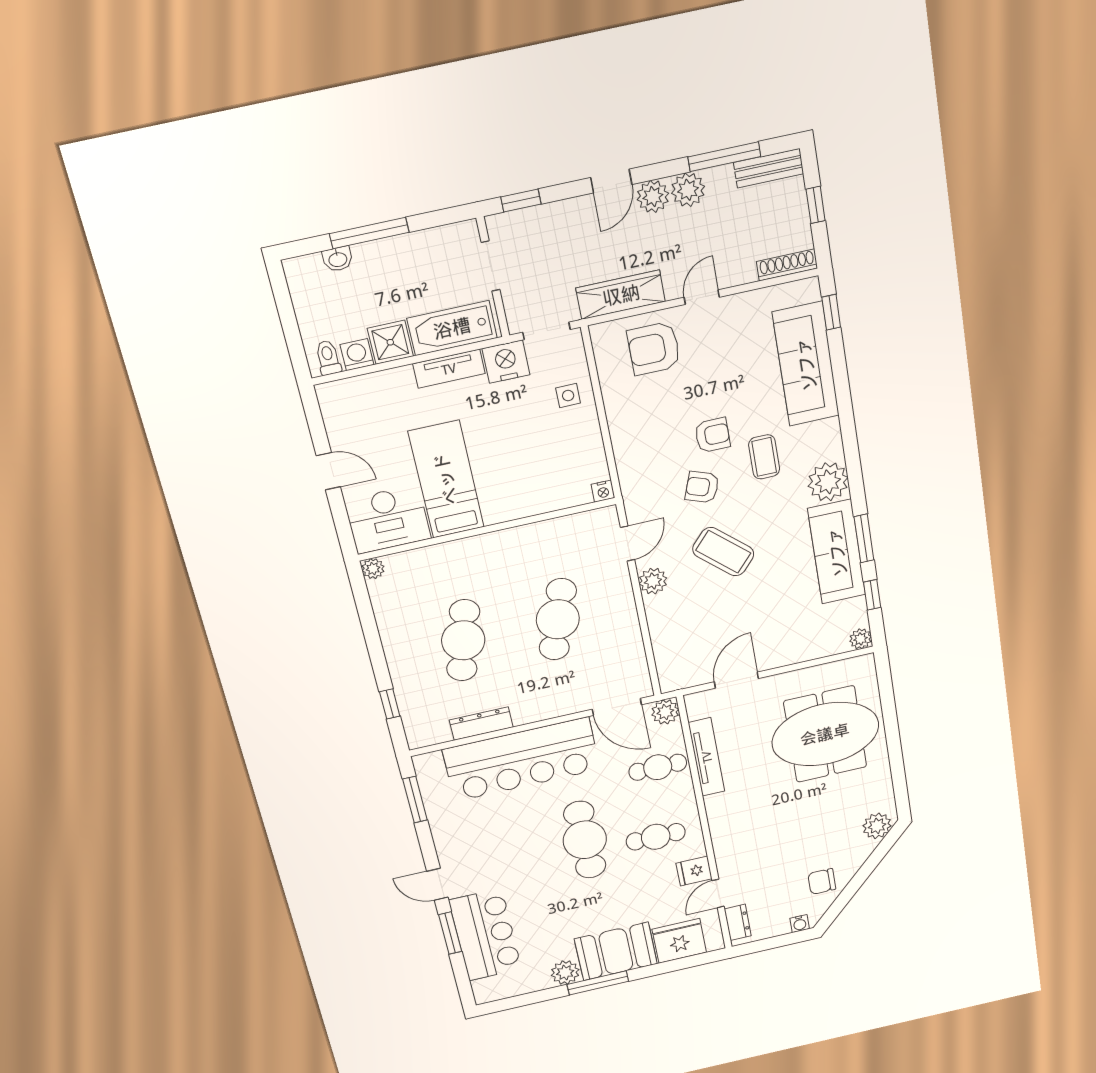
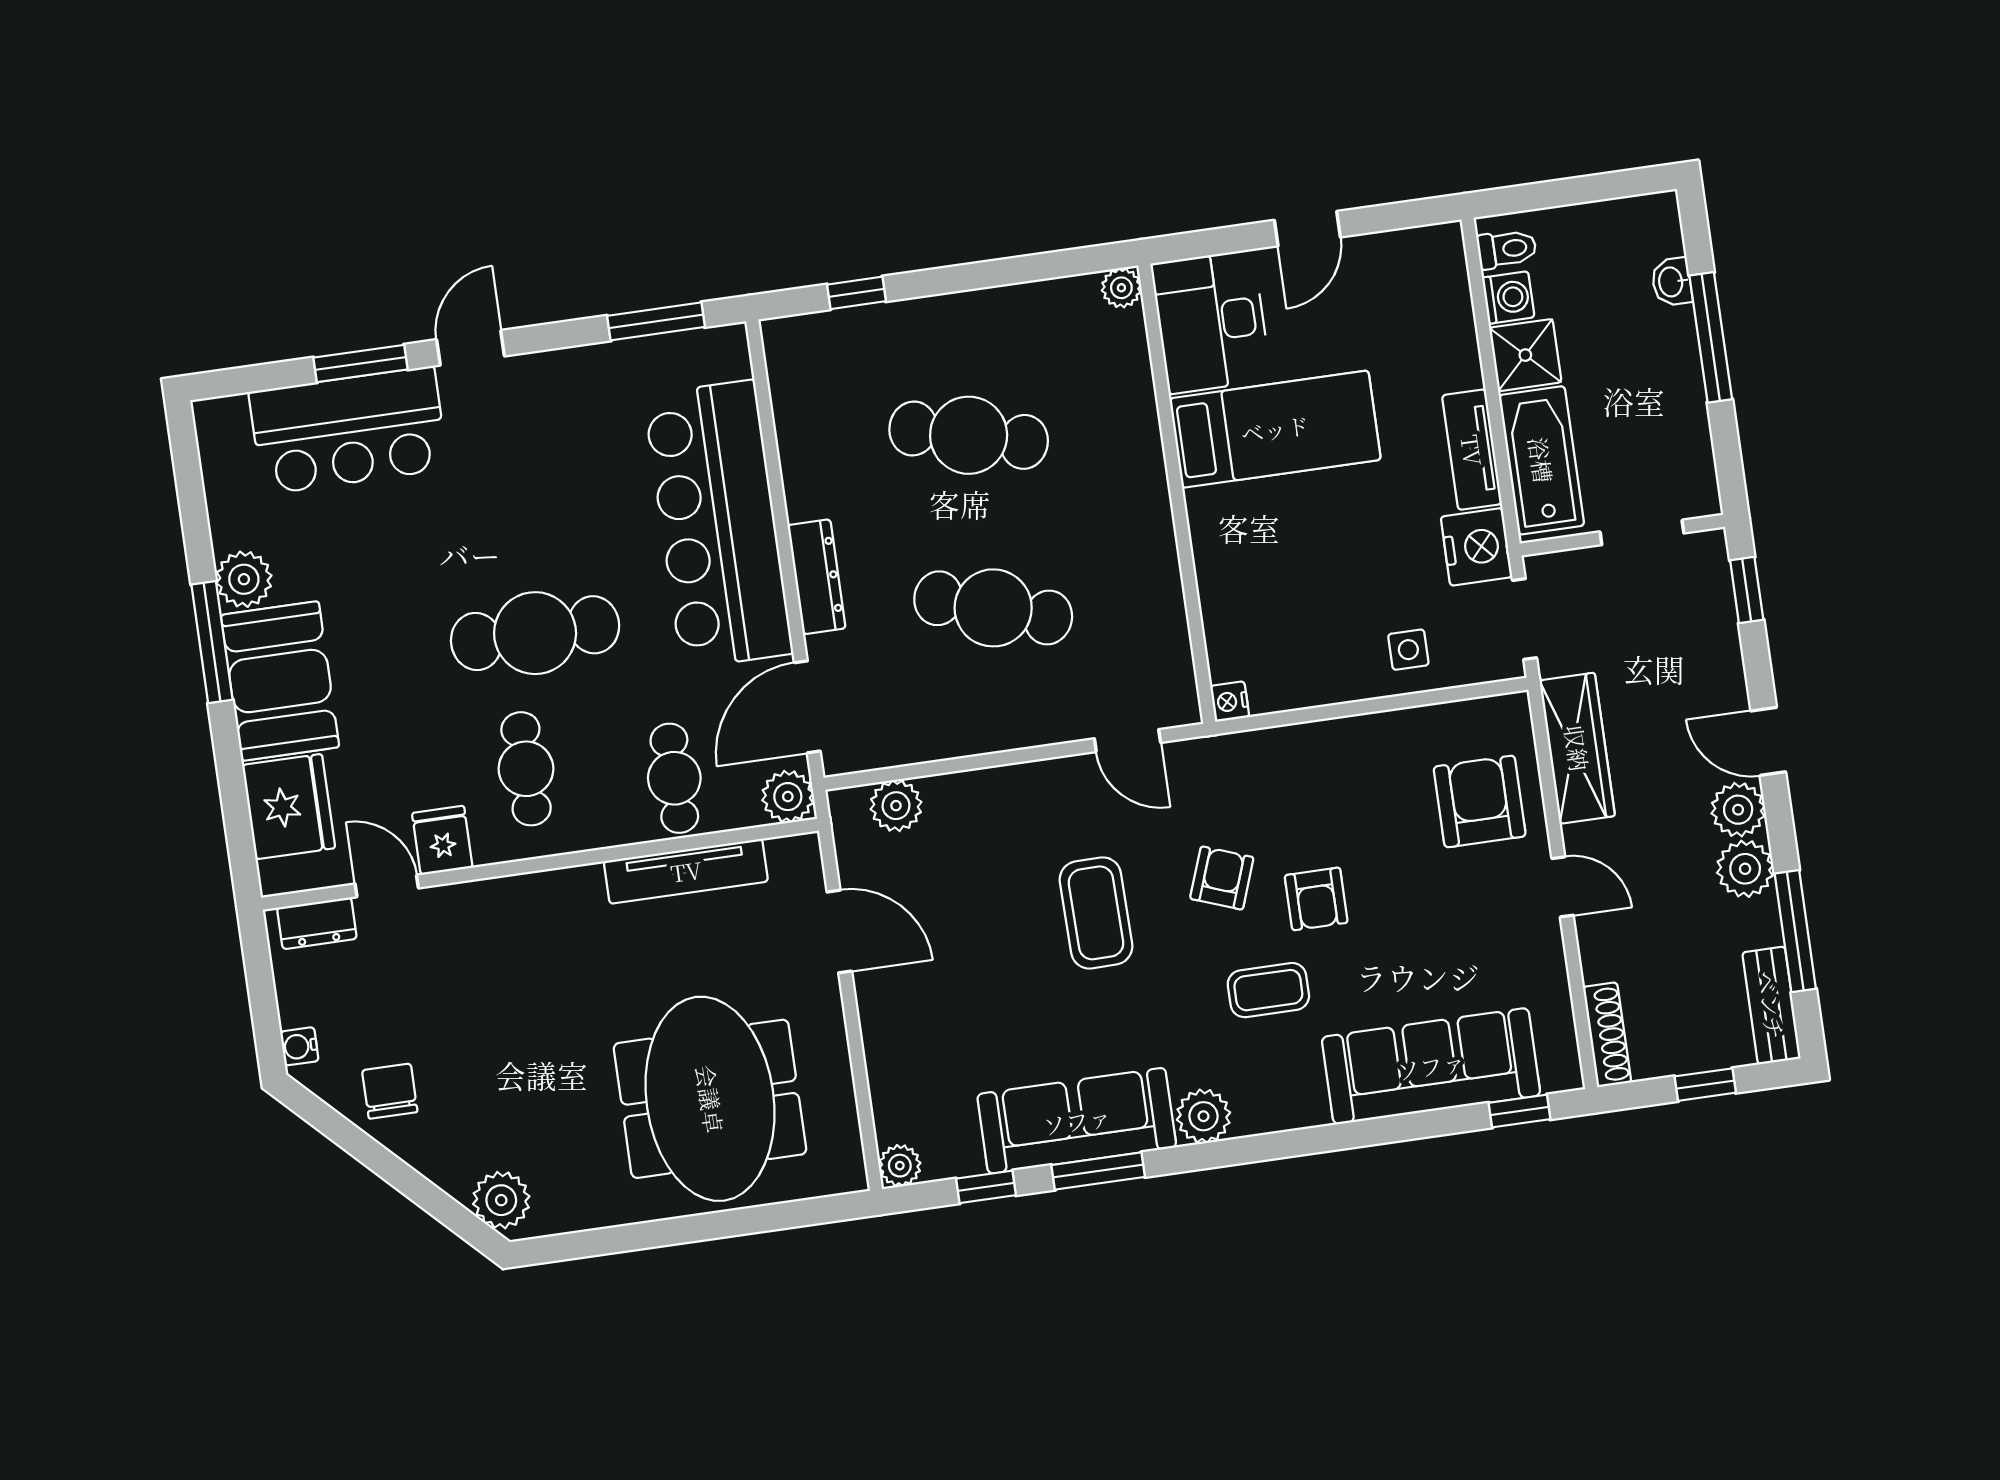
plant: (828, 482) -> (1203, 1116), width x0.73, depth x0.73
coffee table: (723, 552) -> (1096, 913), turned -43
plant: (653, 581) -> (896, 806), moved
dresser: (481, 724) -> (817, 577), moved

